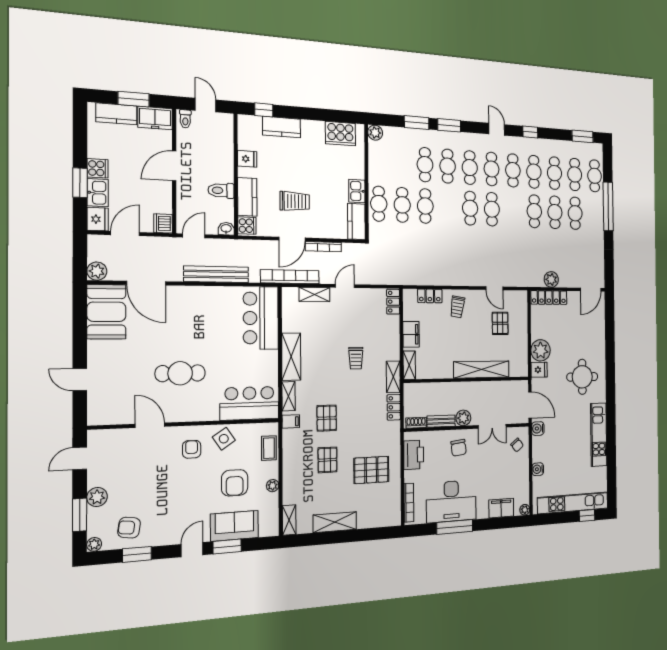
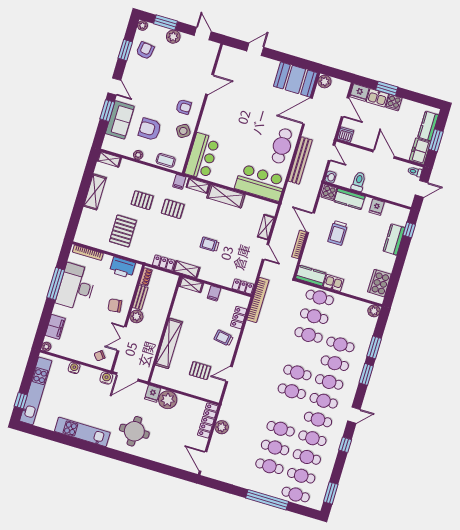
bookcase: (290, 277) -> (258, 300), moved
filing cabinet: (411, 334) -> (214, 293), width x0.50
cafe table: (180, 373) -> (282, 146), moved

